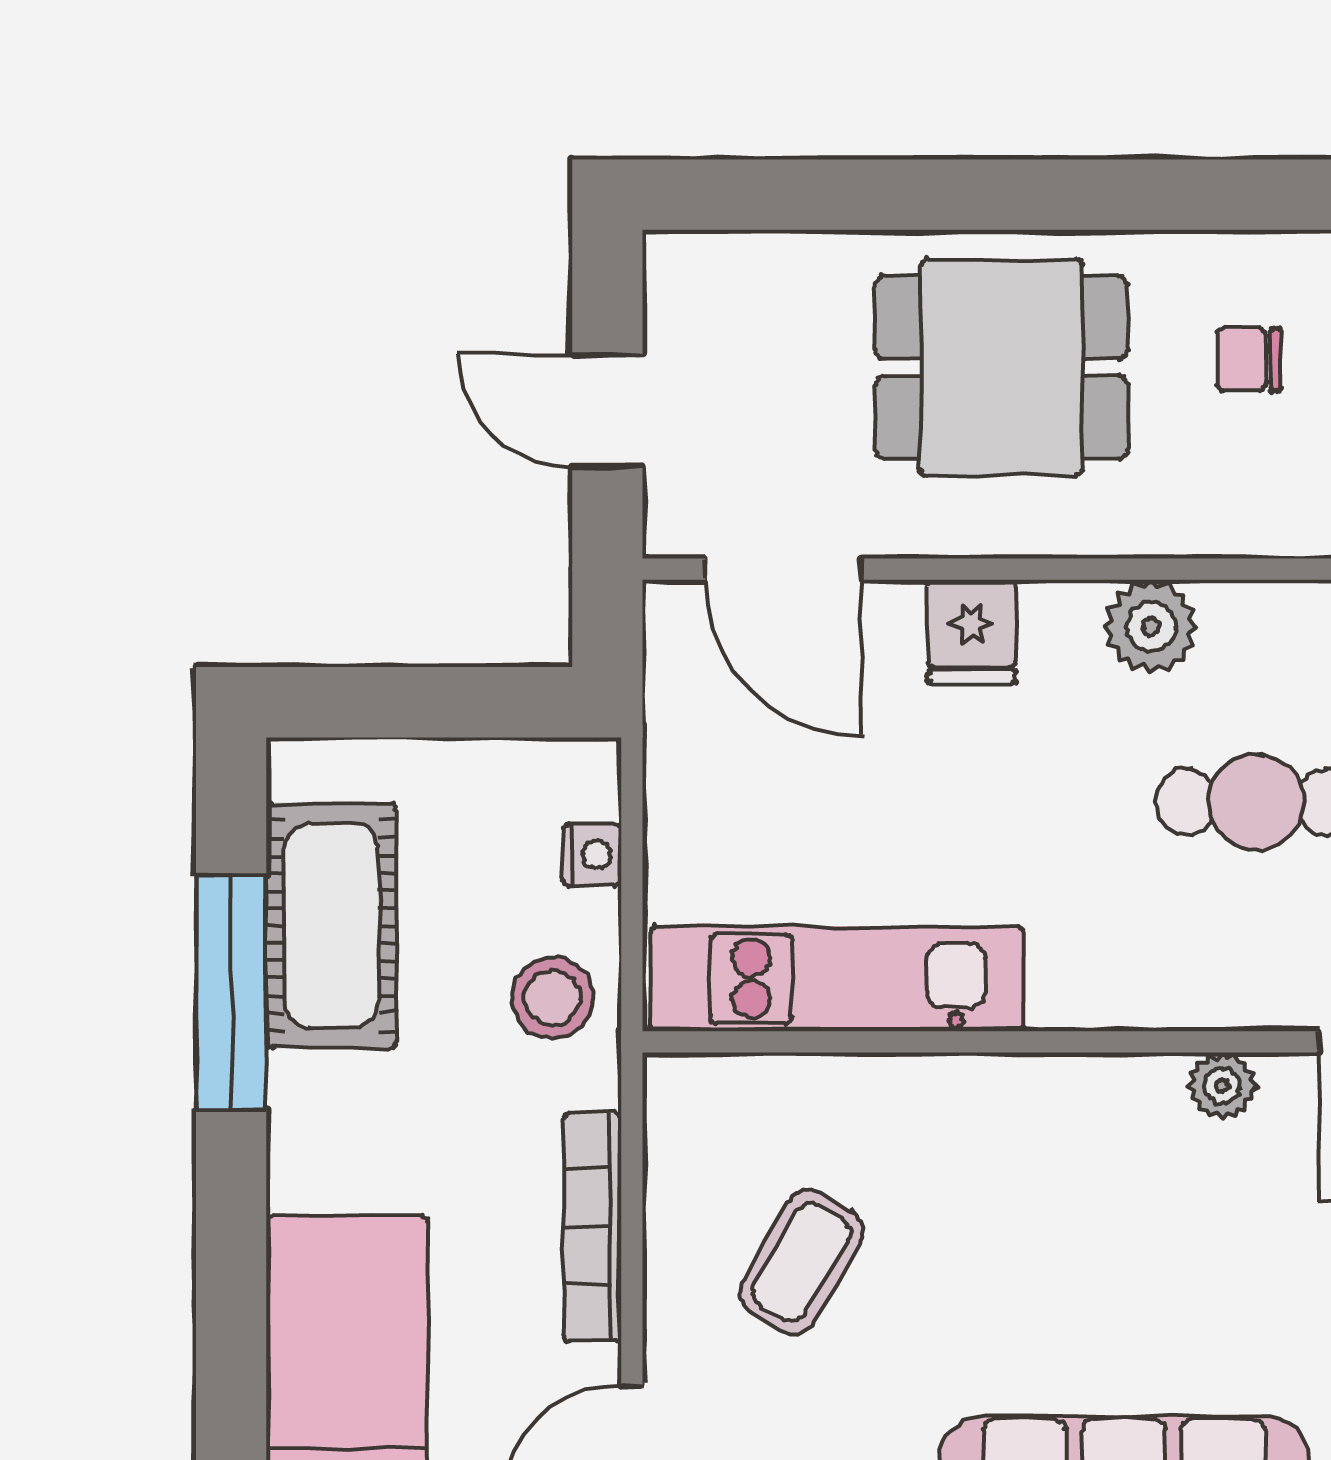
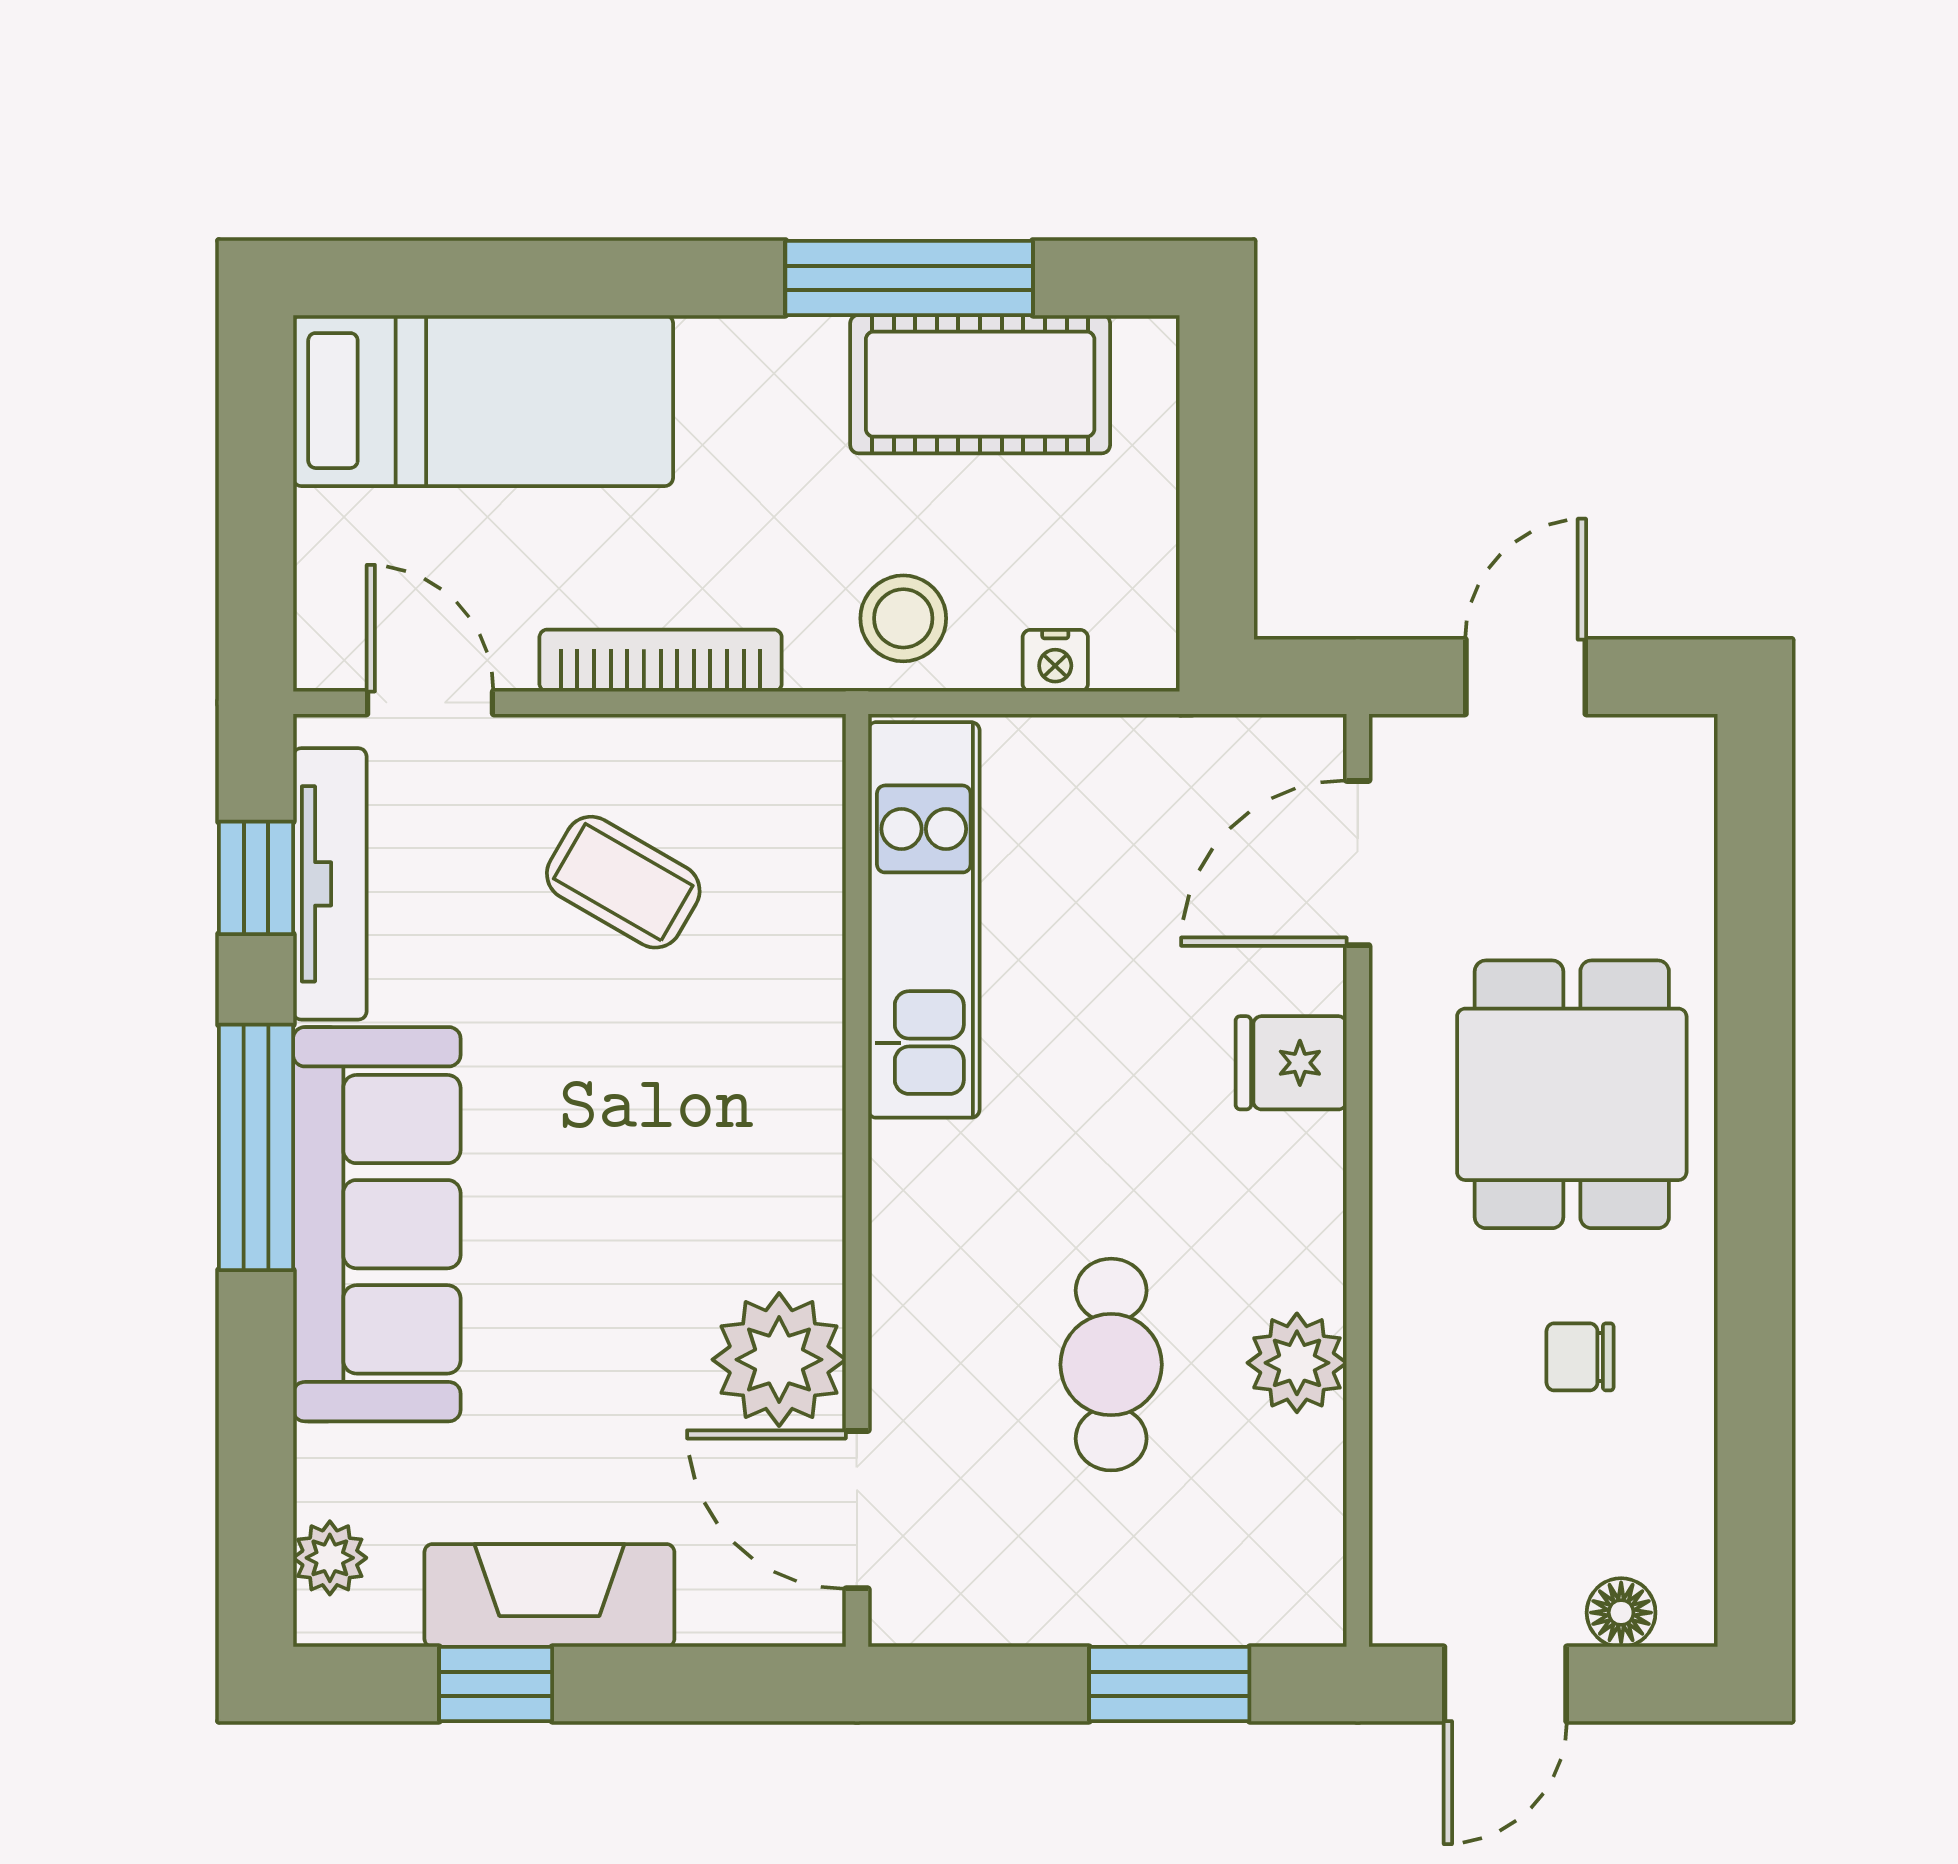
chair: (1249, 360) -> (1580, 1357), turned -90
plant: (1151, 627) -> (1297, 1363), moved
plant: (1222, 1086) -> (779, 1360), width x1.88, depth x1.88

